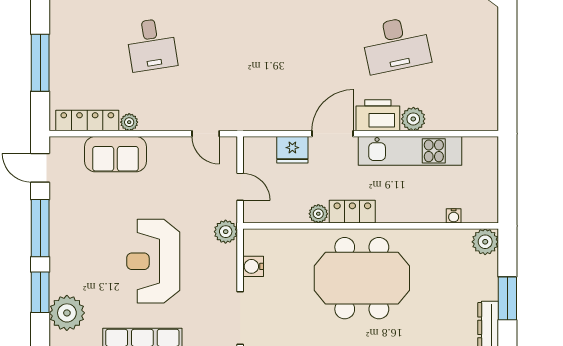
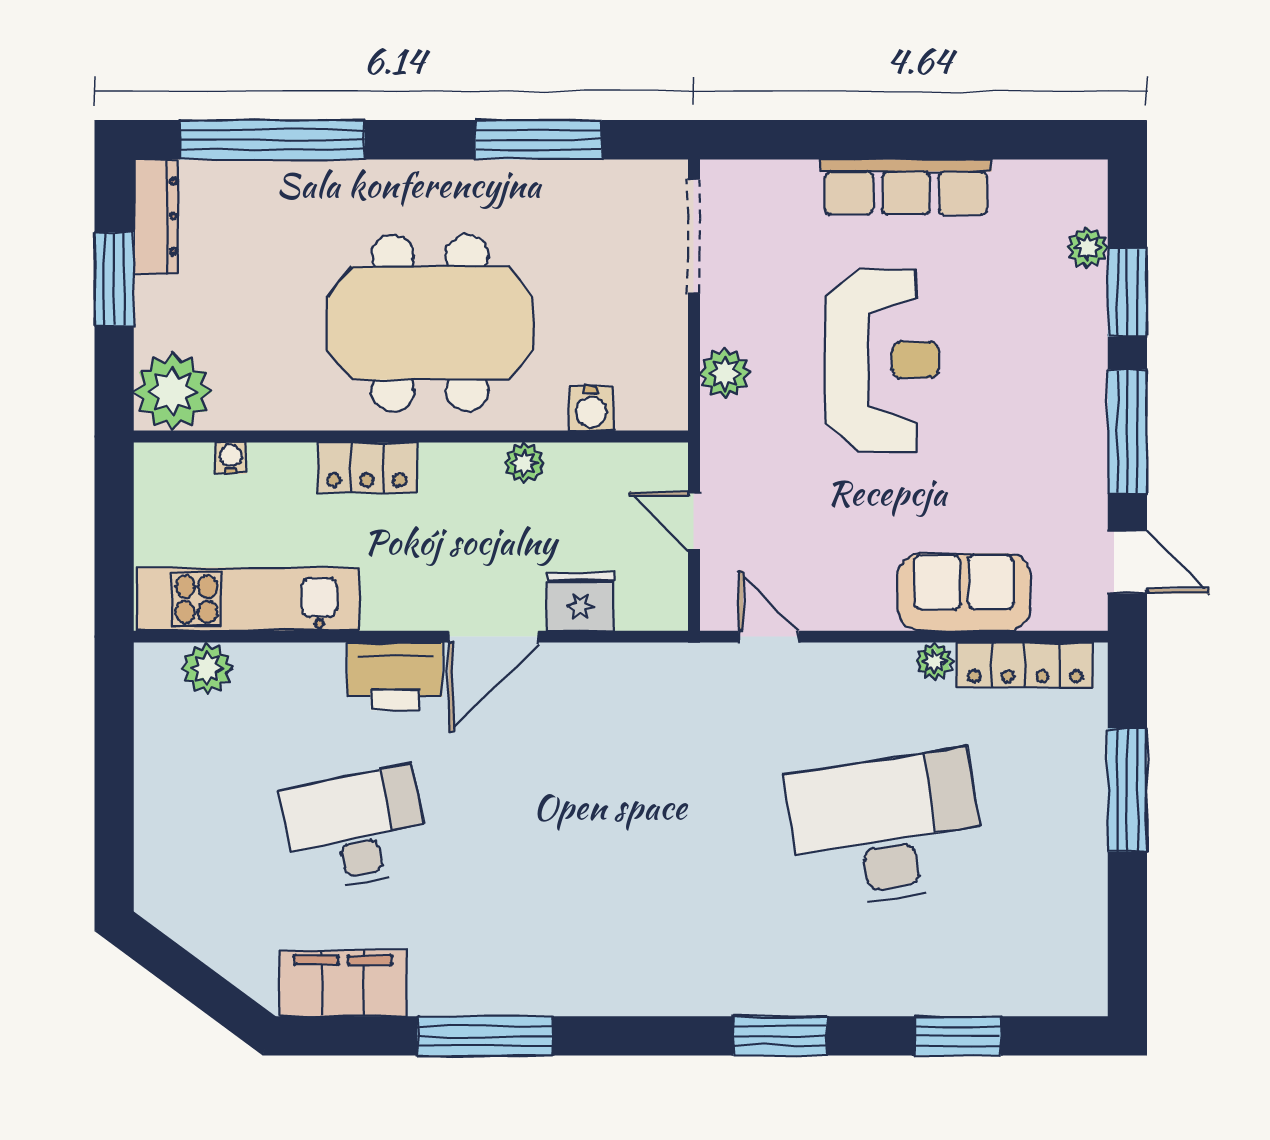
desk: (152, 45) -> (886, 829), width x1.87, depth x1.30
plant: (413, 119) -> (207, 668), moved
kitchen unit: (410, 151) -> (248, 599), moved
locker: (352, 212) -> (367, 467), moved
plant: (226, 232) -> (725, 374), moved
plant: (485, 242) -> (173, 392), width x1.36, depth x1.36
water cooler: (253, 266) -> (591, 408), moved, turned 90
plant: (67, 313) -> (1087, 248), width x0.53, depth x0.53

